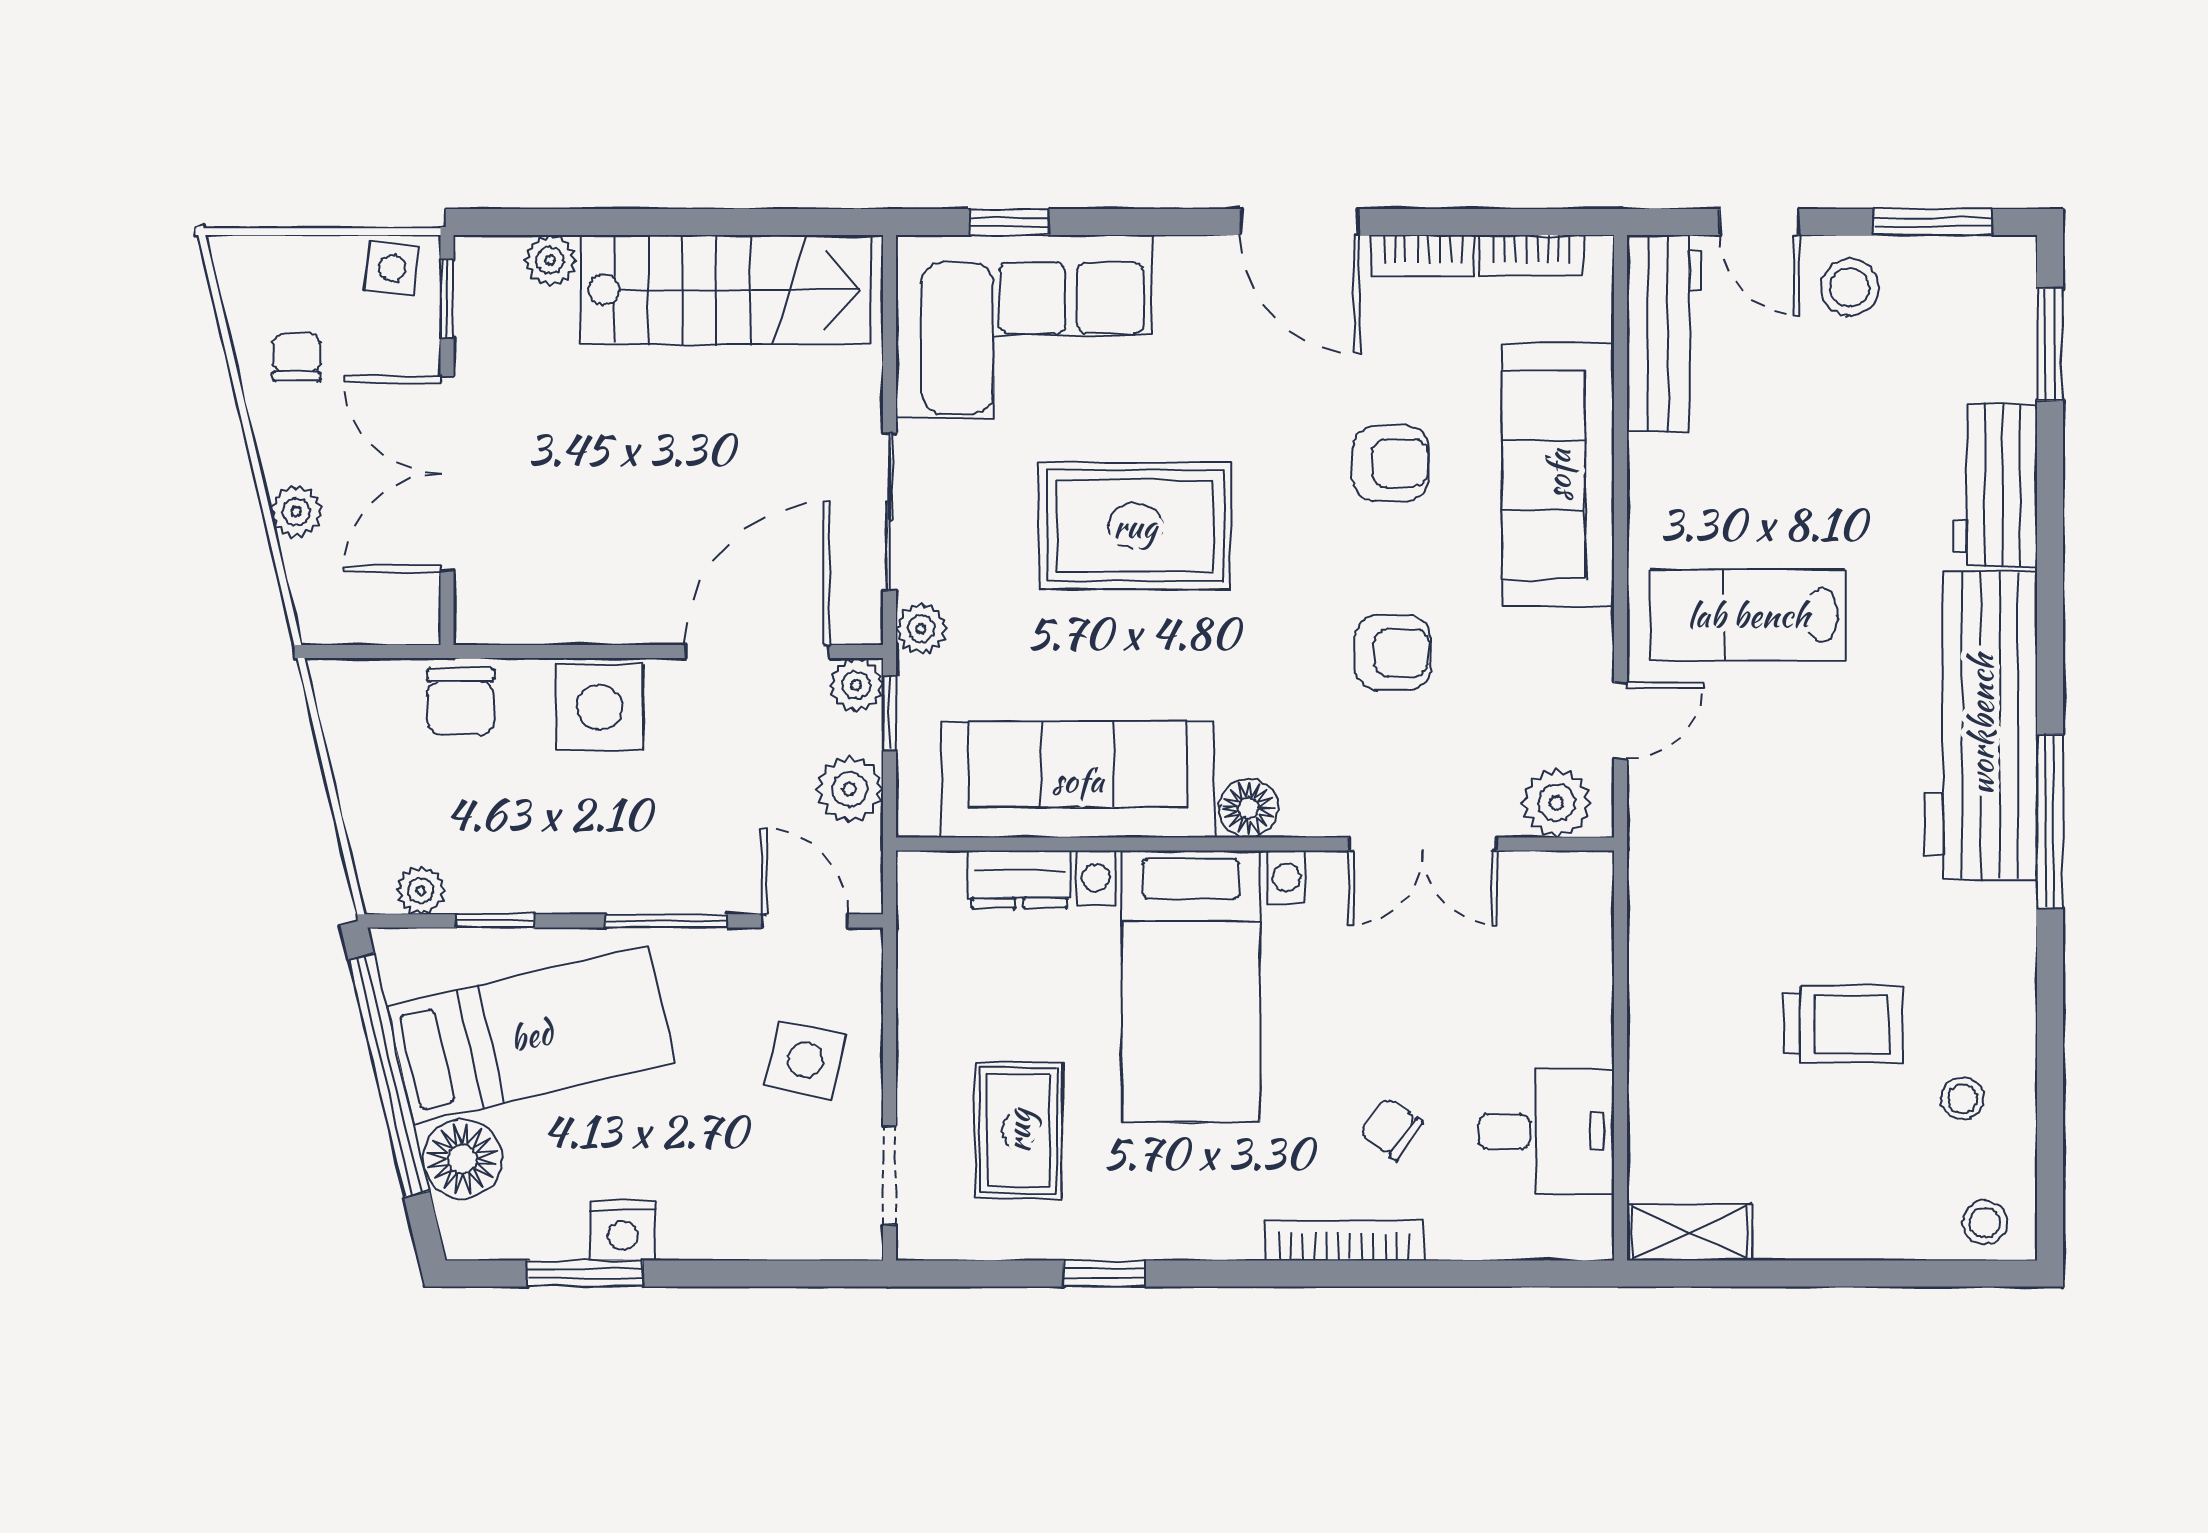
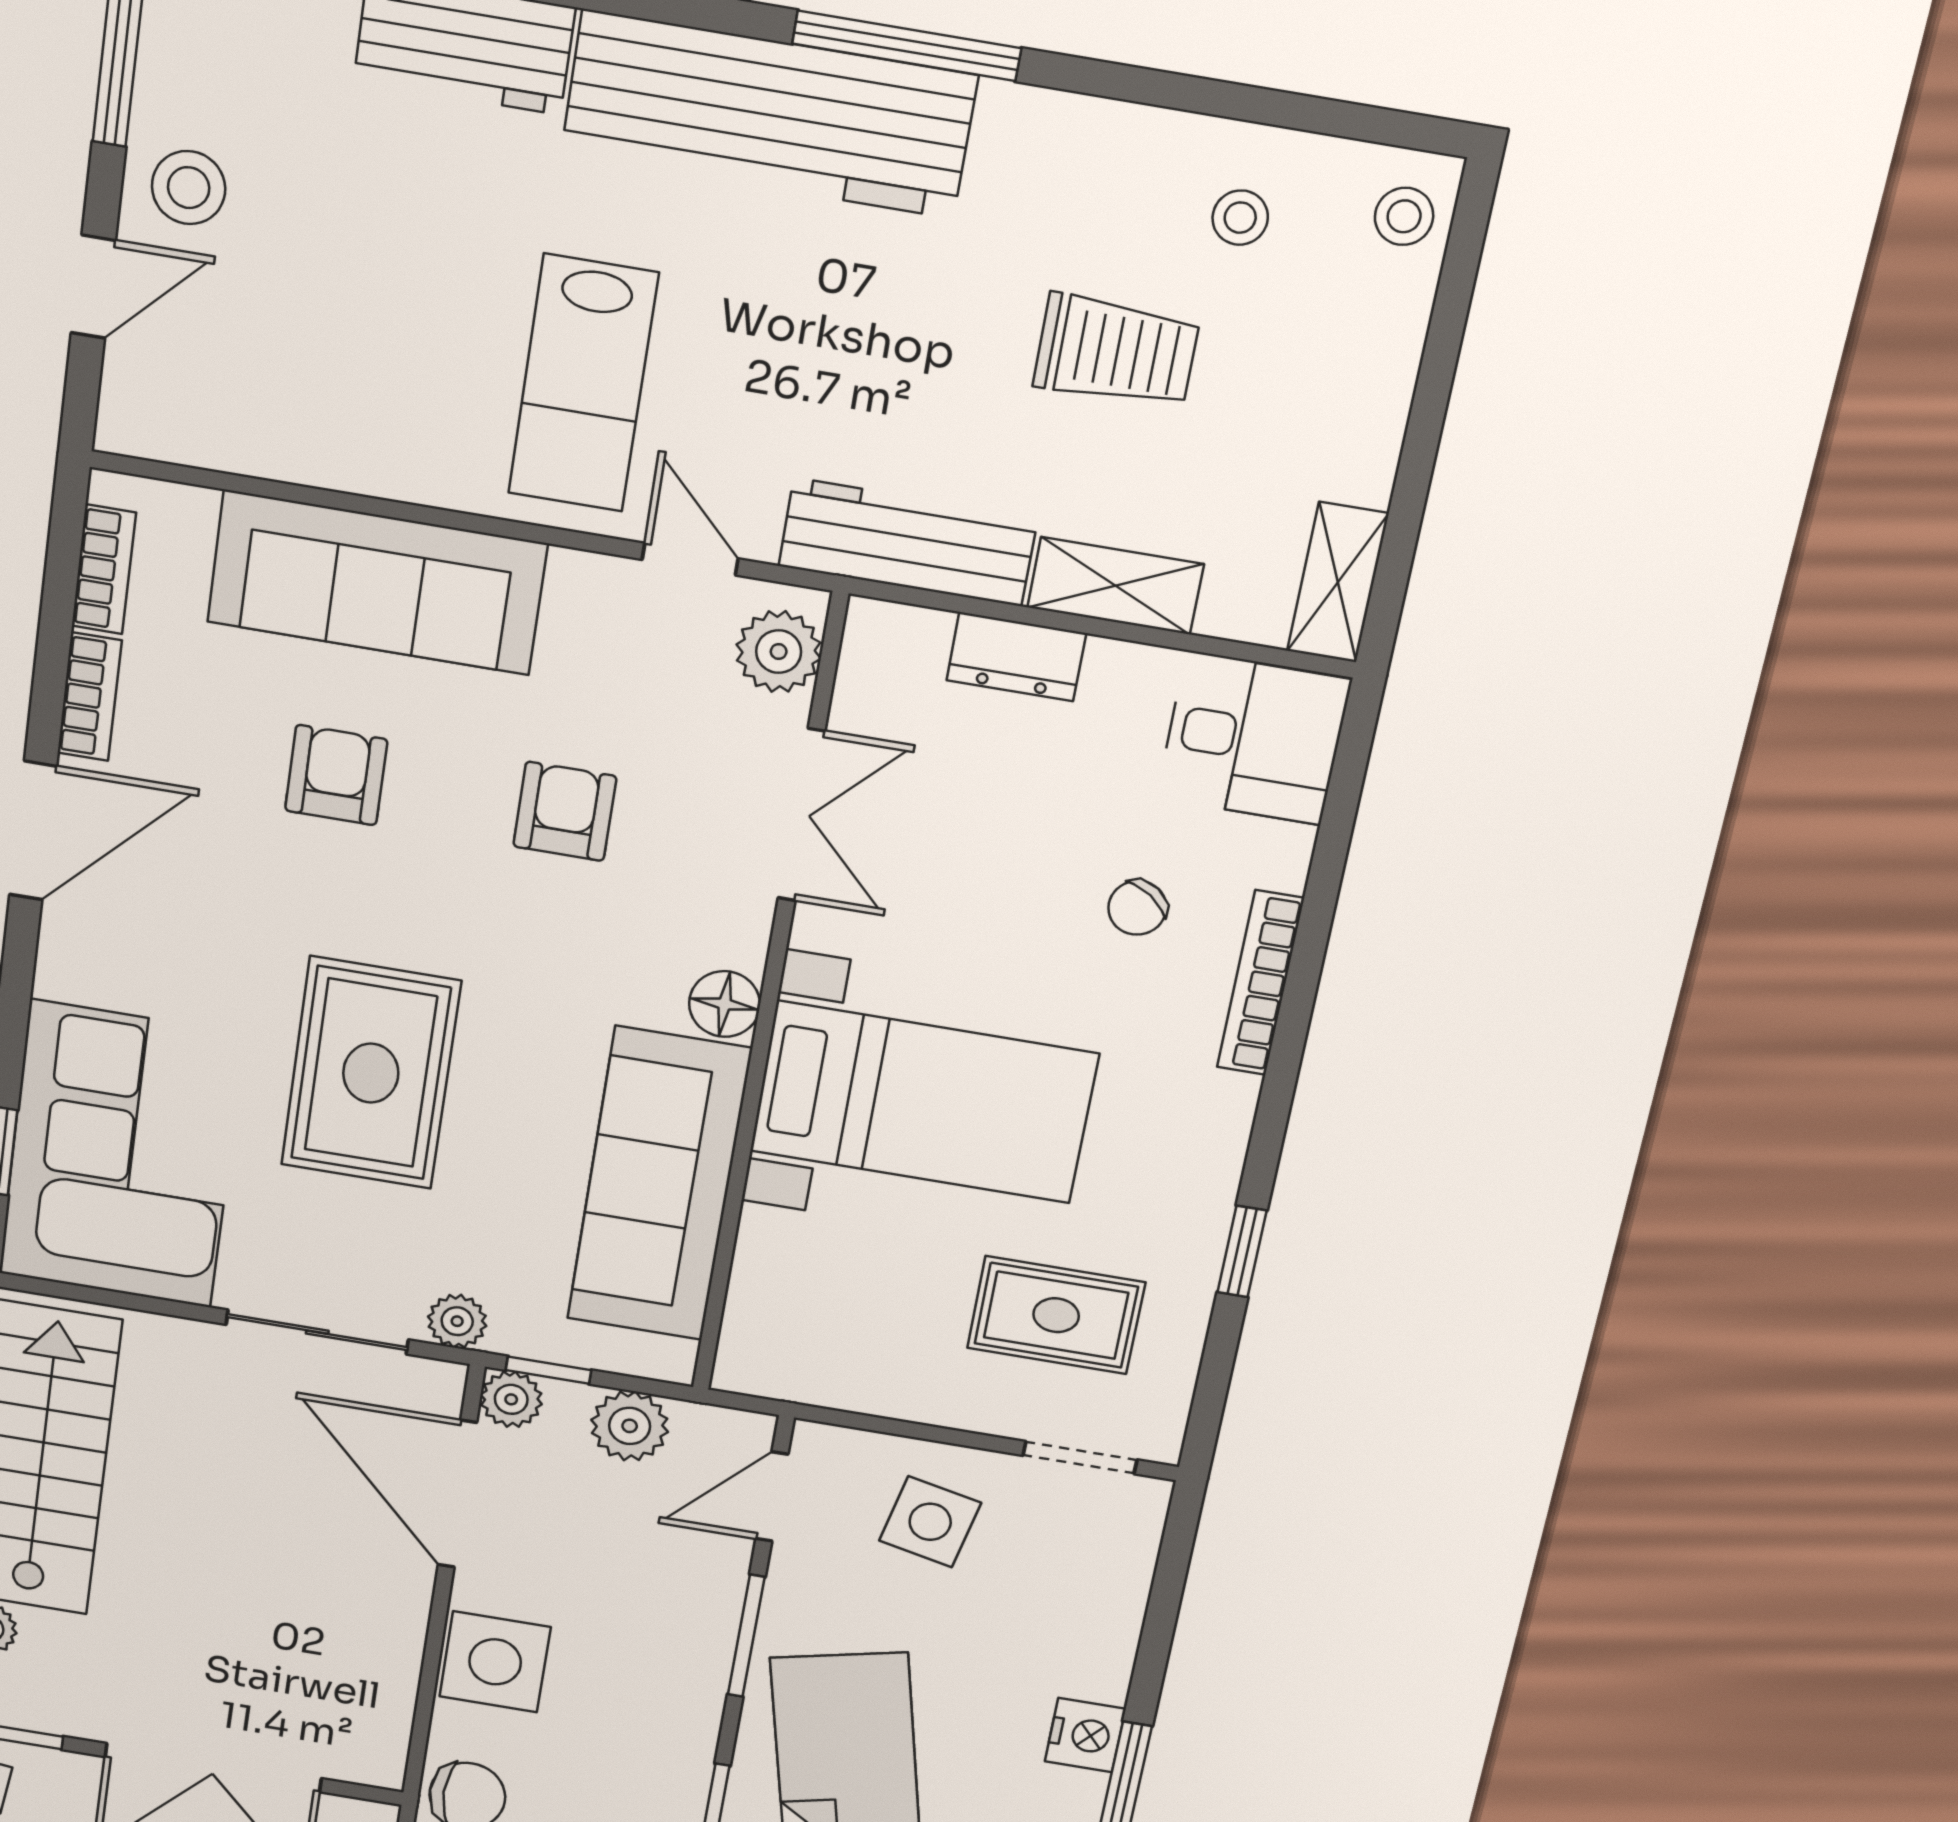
workbench: (1664, 333) -> (908, 542), moved
dresser: (1019, 879) -> (1016, 657), moved, turned 90
trolley: (1843, 1024) -> (1116, 351), turned 90
shelving: (1657, 1059) -> (1116, 586), added
desk: (1546, 1132) -> (1254, 739), moved, turned 90

